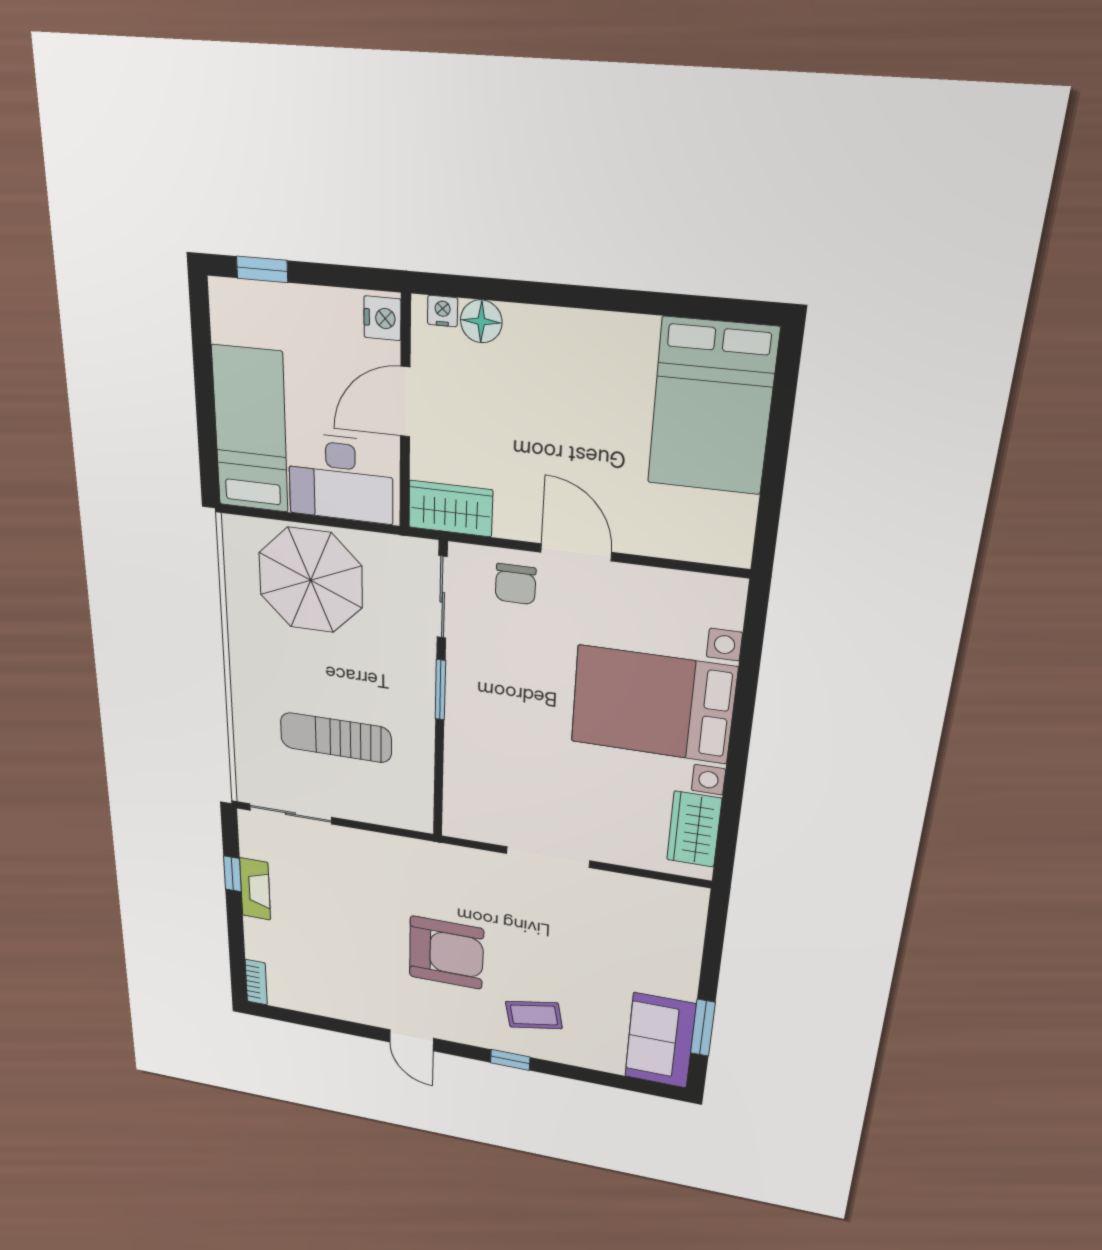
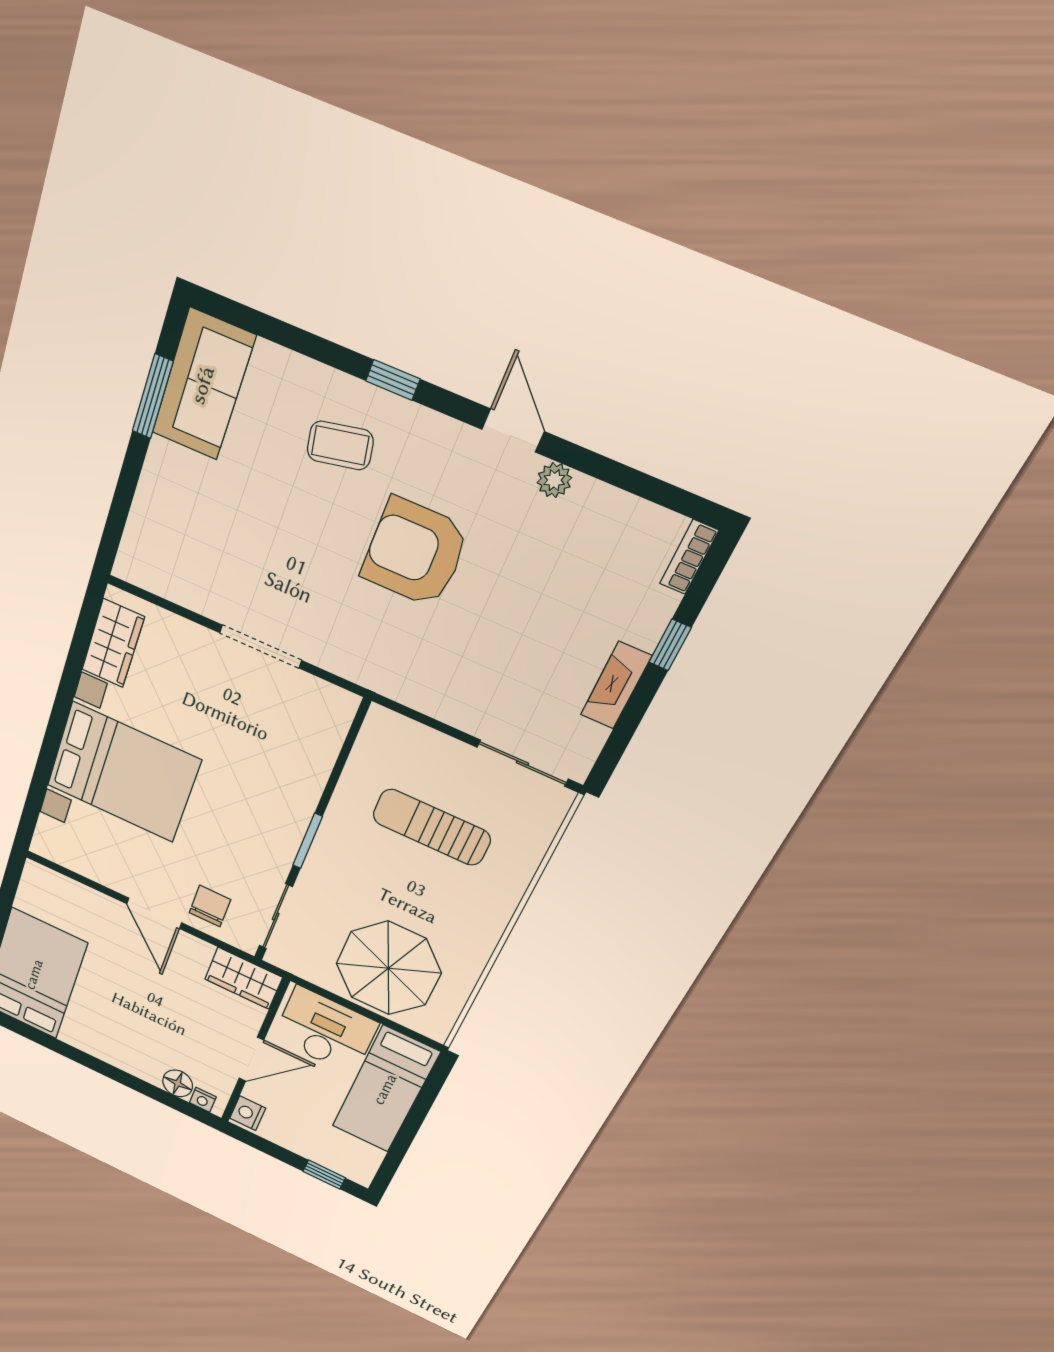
sun lounger: (336, 738) -> (432, 827), turned 180
window: (232, 874) -> (670, 645), moved
plant: (369, 1015) -> (554, 480), added

